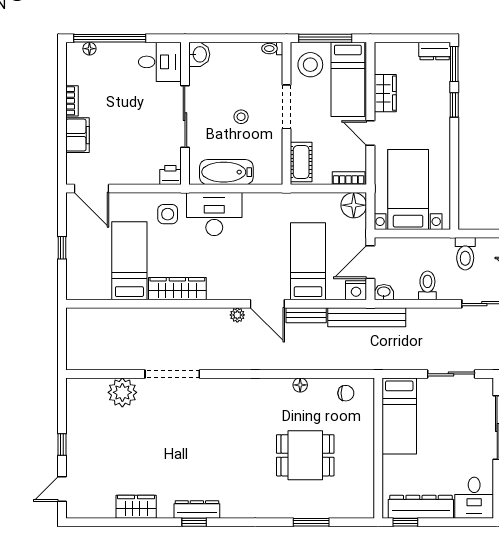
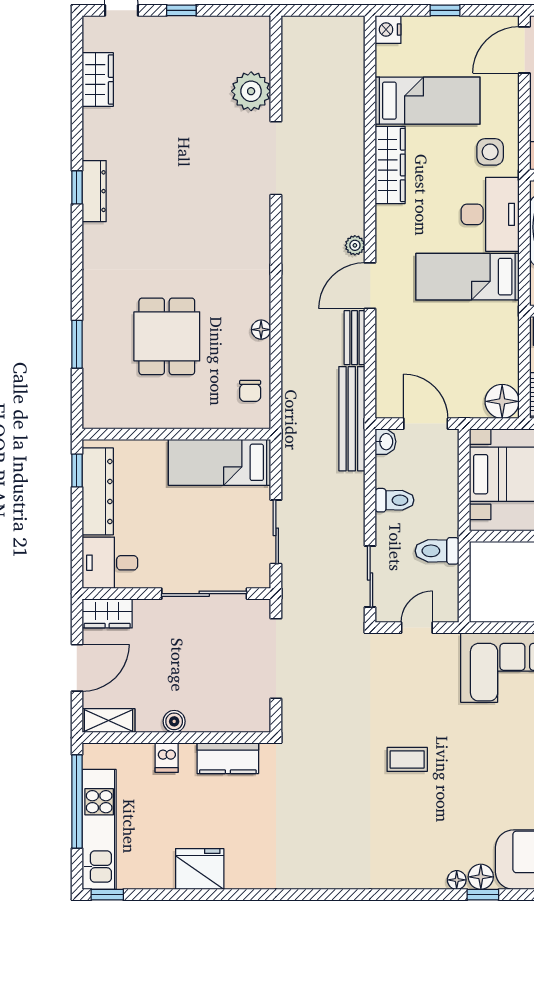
bed: (308, 261) -> (467, 277), moved, turned 180
nightstand: (356, 290) -> (388, 30), moved
wardrobe: (136, 507) -> (98, 79), moved

